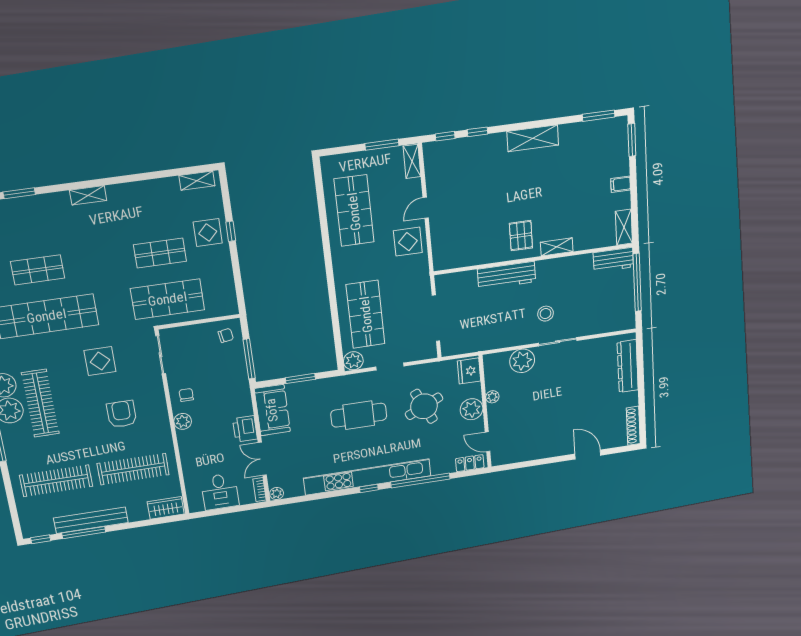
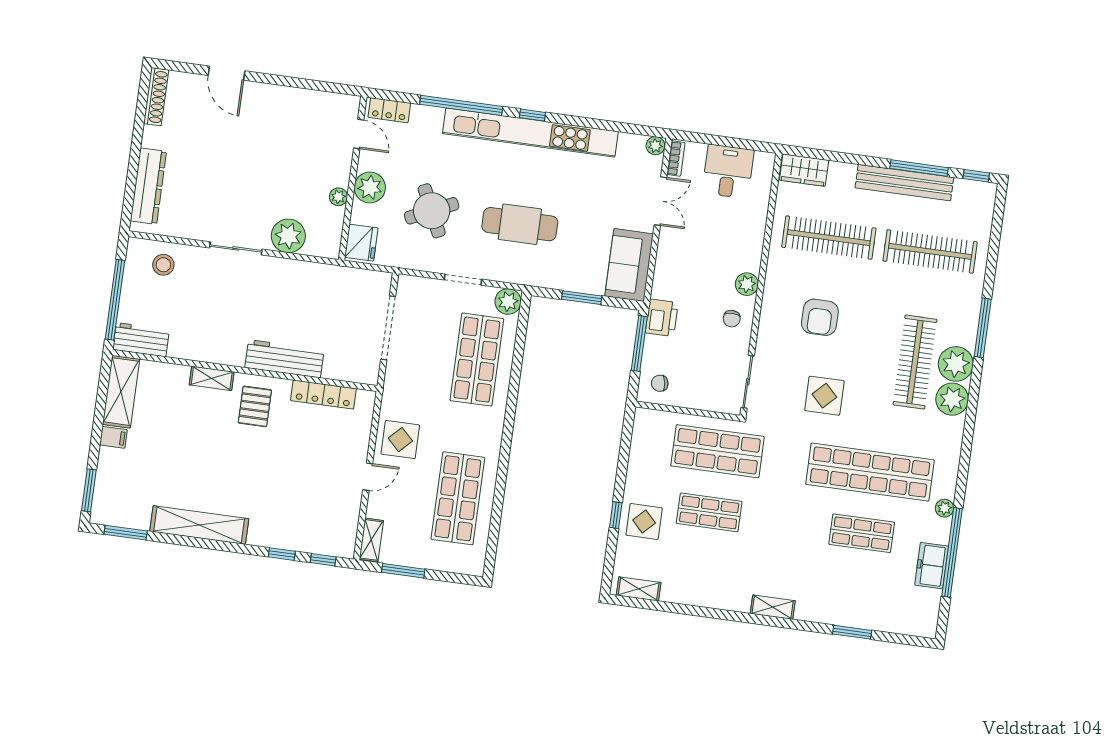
shelving: (533, 138) -> (199, 525), width x1.47
shelving: (624, 227) -> (121, 392), width x1.50, depth x1.33
locker: (472, 258) -> (323, 395), added
stool: (546, 314) -> (163, 265), moved
printer: (245, 429) -> (662, 318), moved

